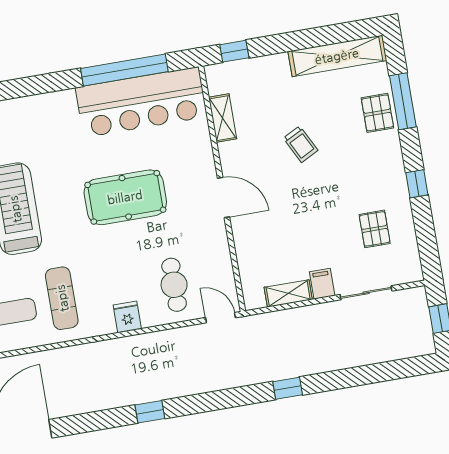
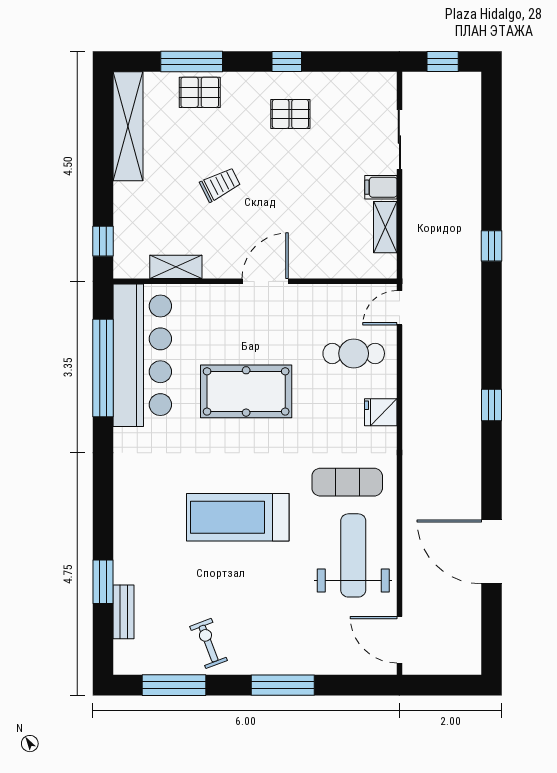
pool table: (125, 197) -> (246, 391), turned 90
pallet: (375, 229) -> (290, 114), moved

